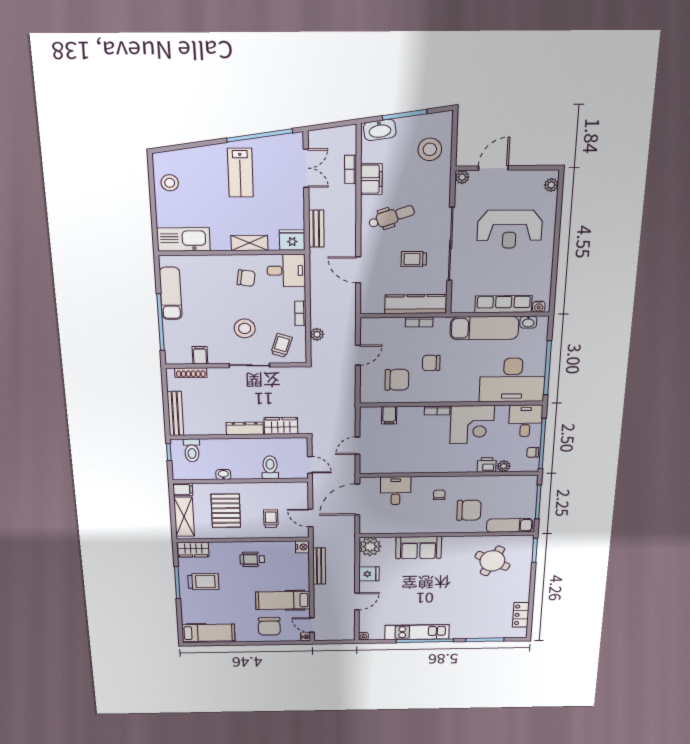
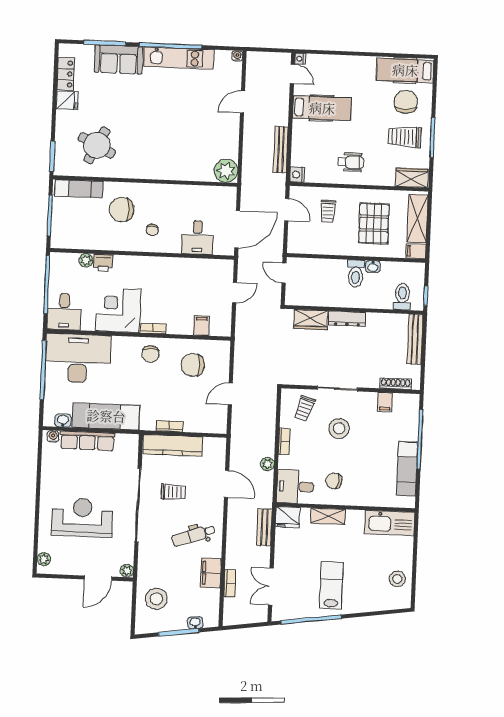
washbasin: (380, 130) -> (195, 623), width x0.52, depth x0.69
plant: (317, 334) -> (267, 464), moved
chair: (431, 363) -> (150, 354), moved, turned 92
chair: (533, 452) -> (56, 275), removed
toilet: (270, 467) -> (356, 273), moved
sofa: (419, 548) -> (119, 59), moved, turned 180
fridge: (369, 574) -> (67, 101), moved, turned 180
chair: (269, 626) -> (406, 102), moved

